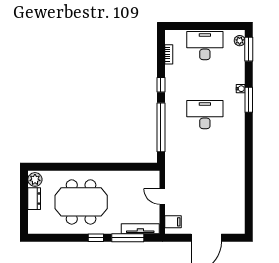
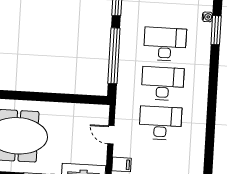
desk: (205, 149) -> (163, 84), added
desk: (205, 184) -> (160, 123), added

